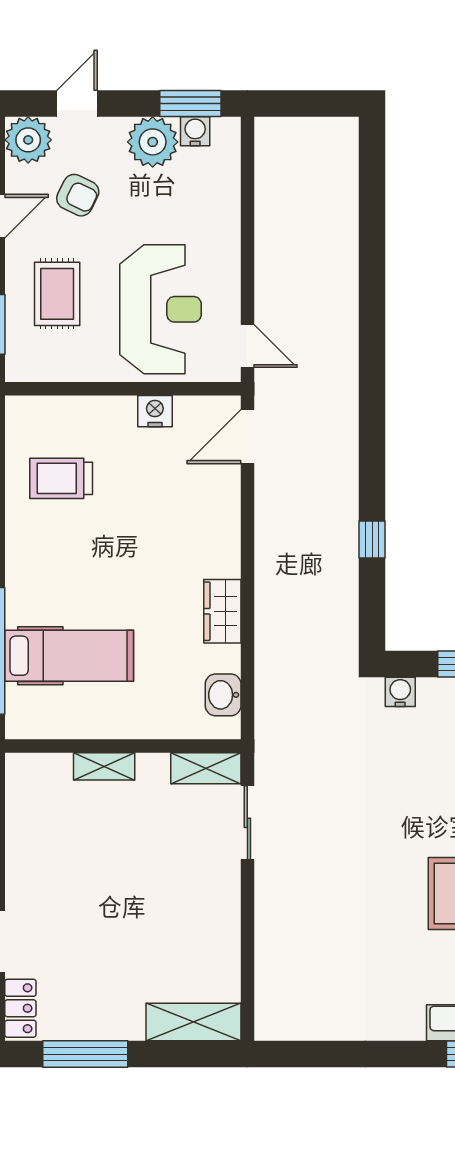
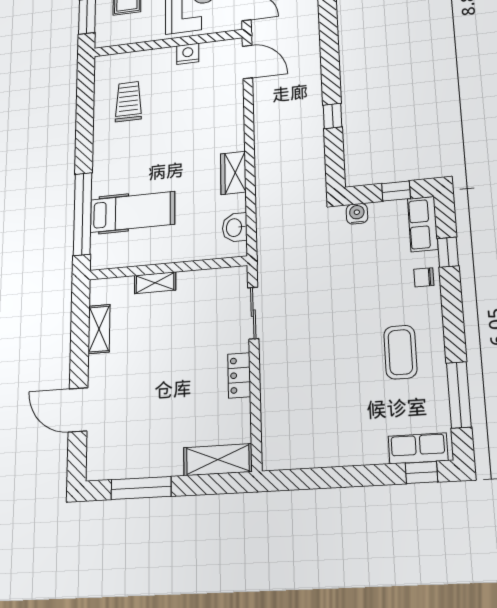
door: (247, 437) -> (247, 62), swing flipped
trolley: (61, 478) -> (128, 102), turned 90
shelving: (206, 768) -> (99, 329), moved, turned 90
locker: (20, 1008) -> (239, 375), moved, turned 180

